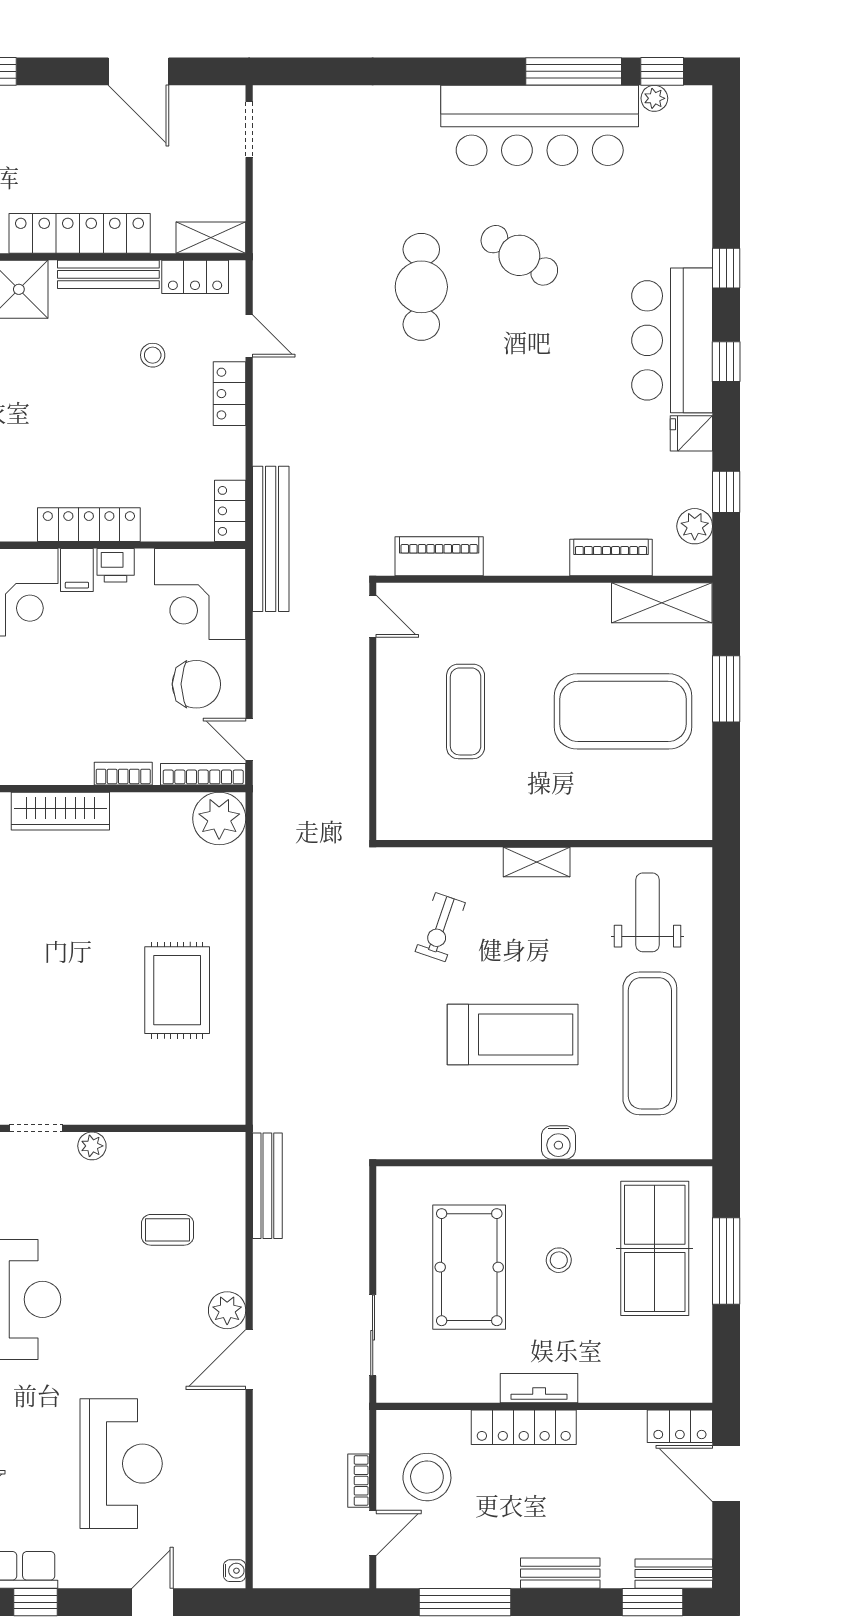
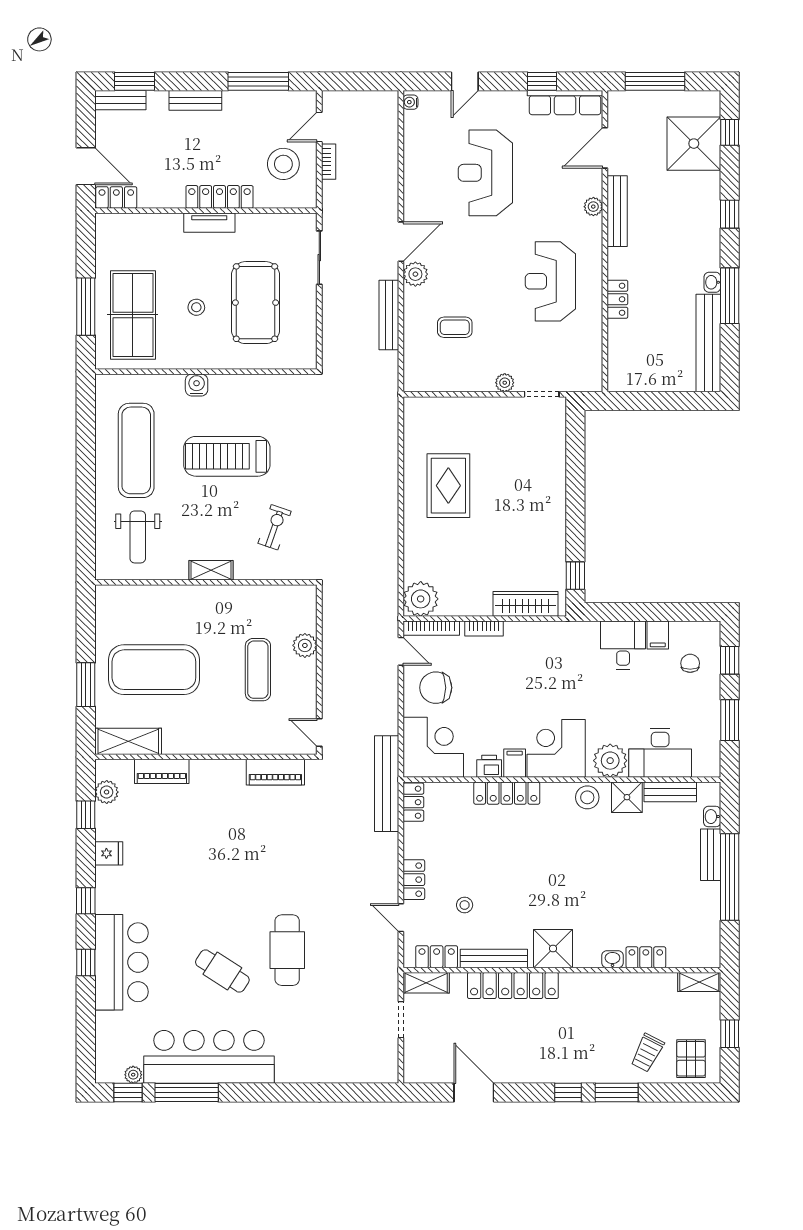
doorway: (249, 130) -> (401, 1020), moved
bar counter: (672, 340) -> (121, 962), moved
plant: (395, 748) -> (305, 645), added
bench: (267, 1186) -> (389, 315), moved

